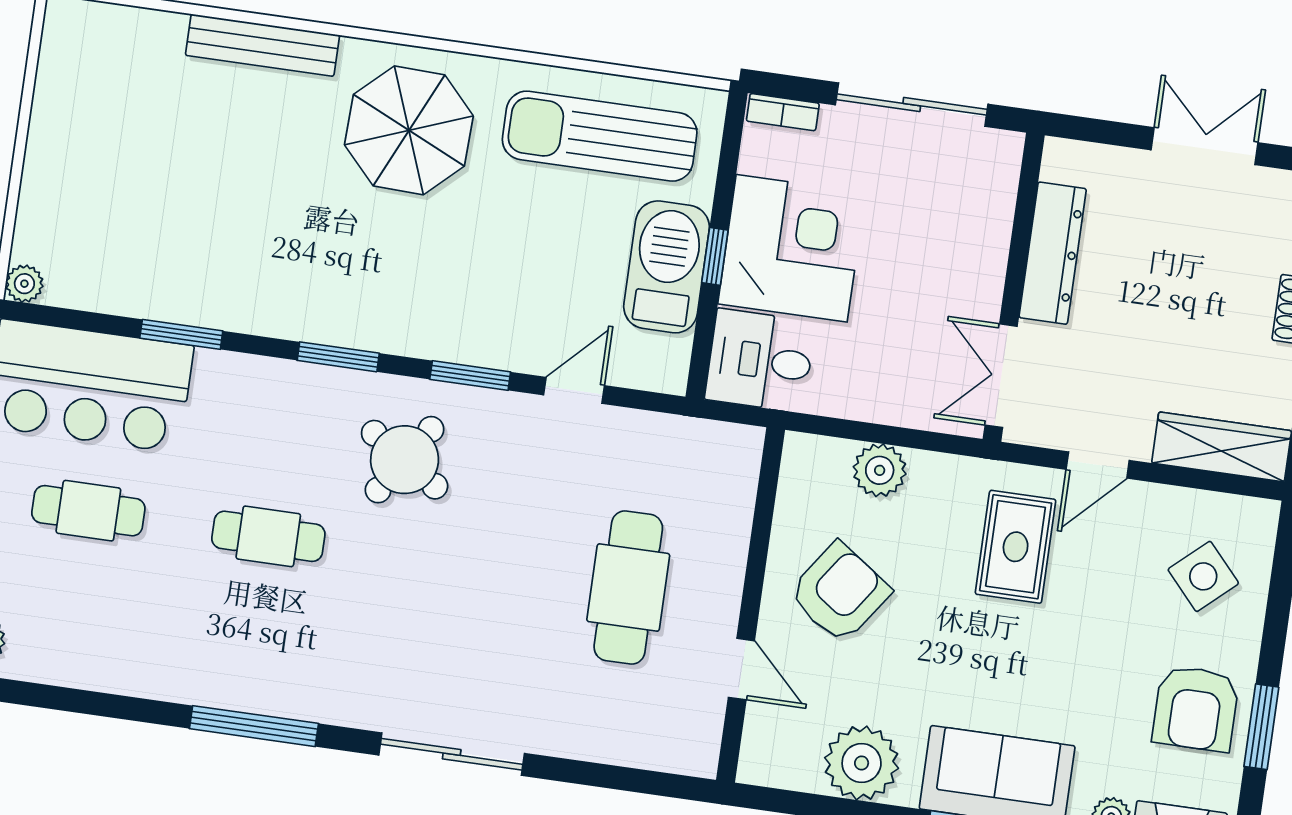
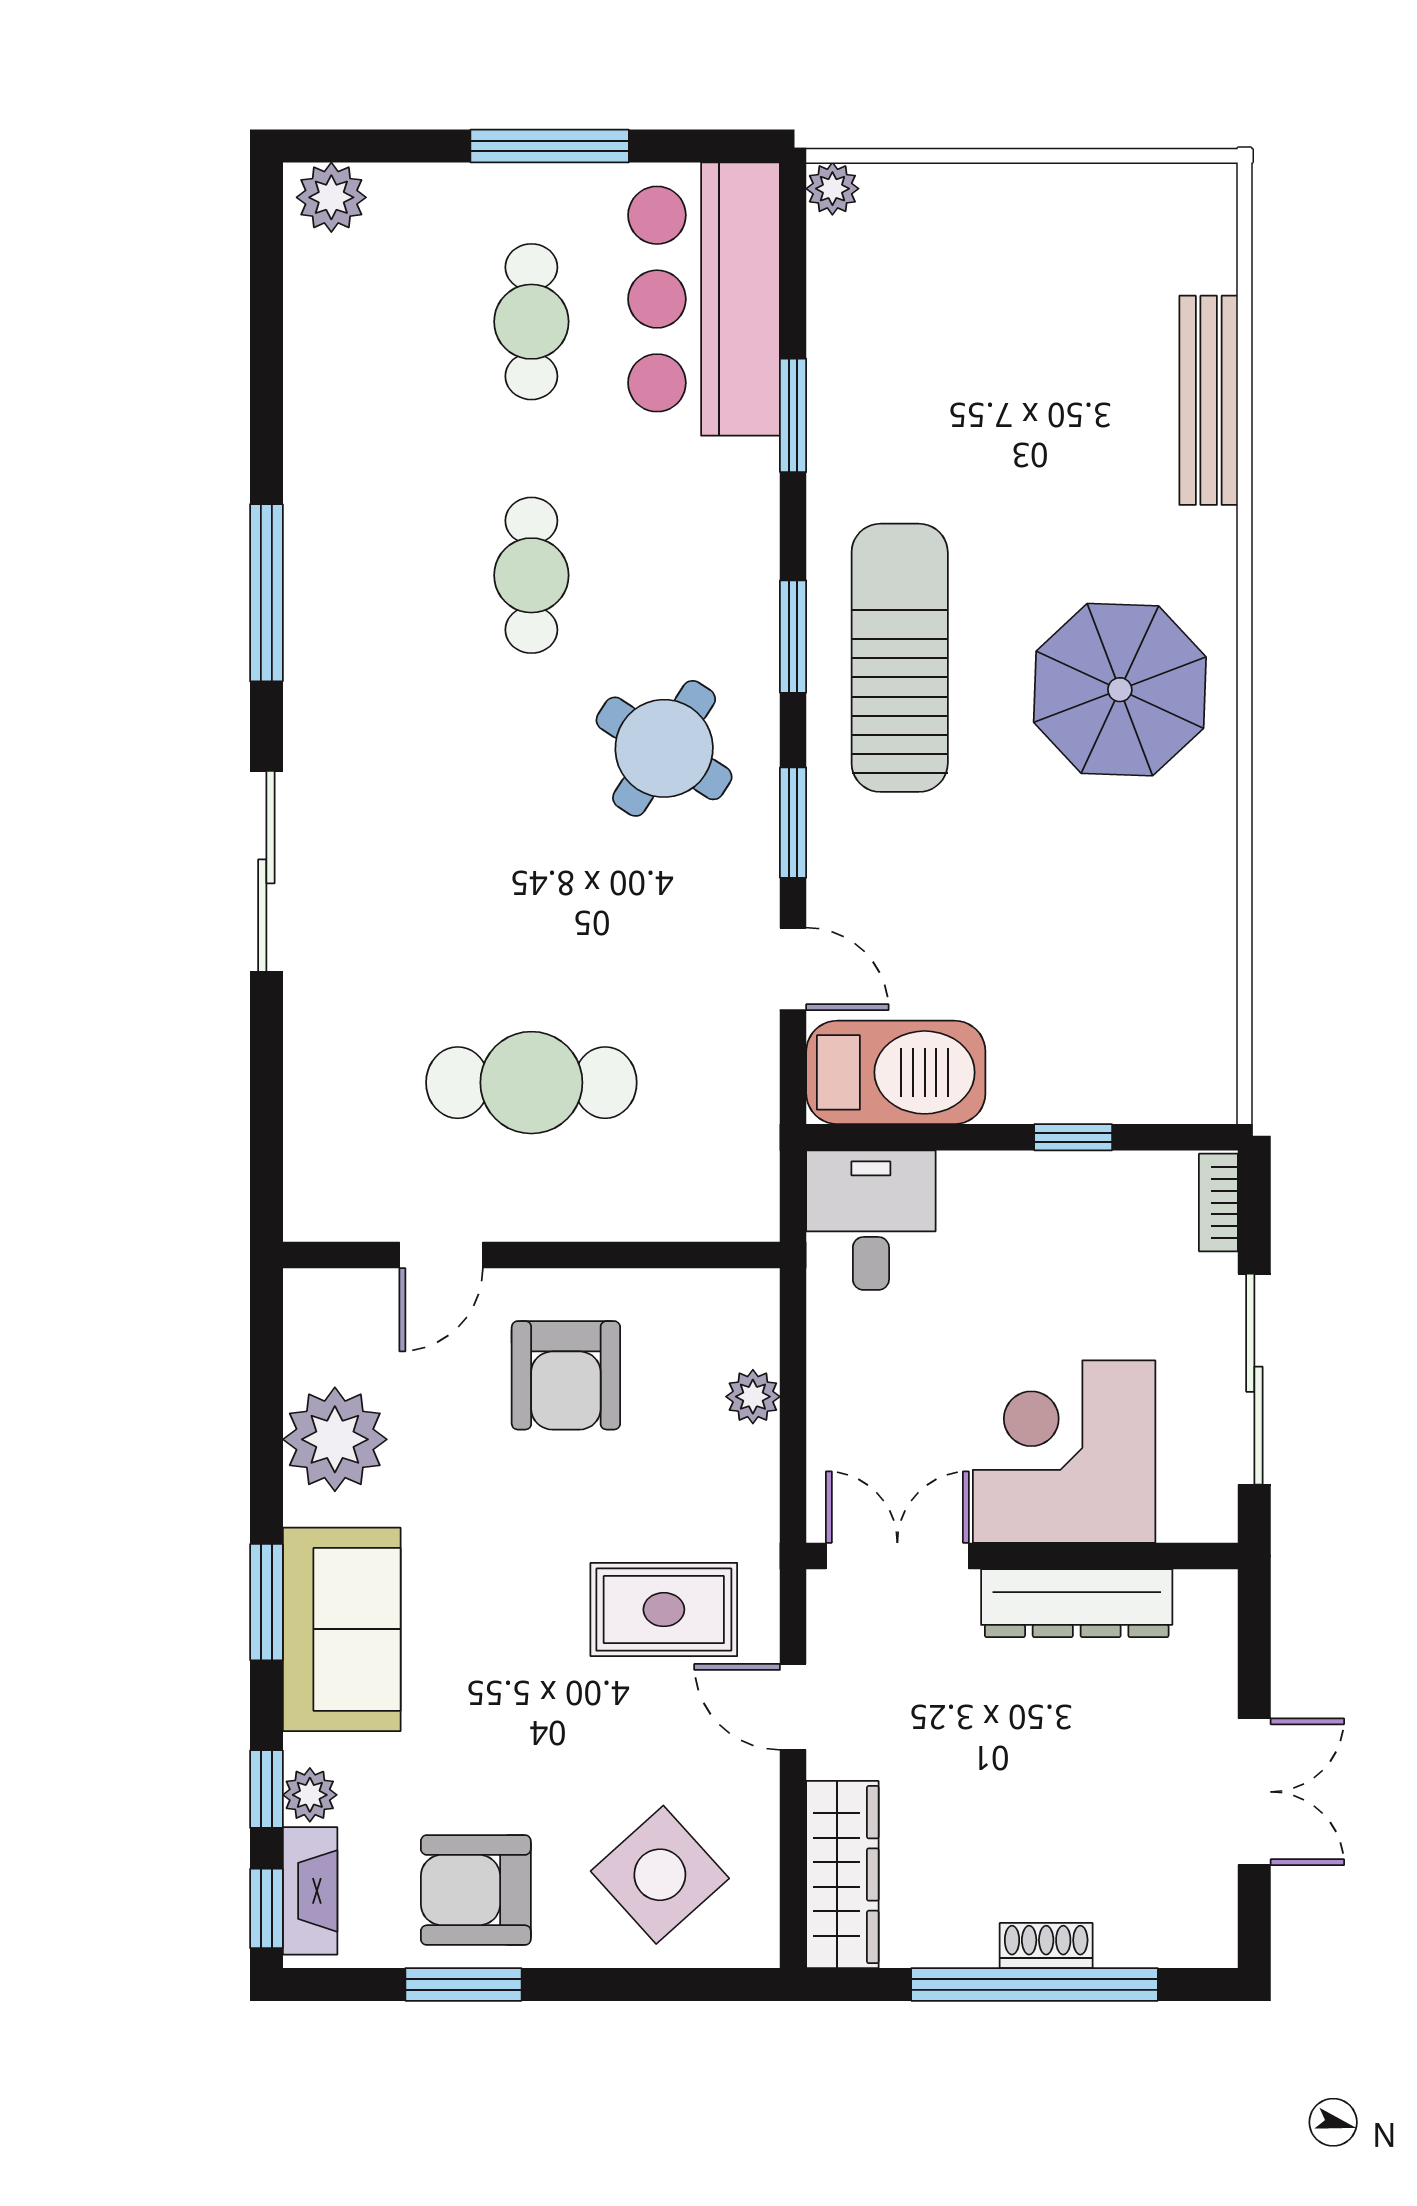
bench: (262, 45) -> (1209, 400), moved
sun lounger: (600, 136) -> (900, 658), moved
corner desk: (792, 248) -> (1064, 1452), moved, turned 180
window: (715, 256) -> (1073, 1137), moved
barbecue: (667, 267) -> (896, 1072), moved
plant: (880, 470) -> (753, 1397), width x0.73, depth x0.73
side table: (1203, 576) -> (660, 1875), width x1.37, depth x1.37
armchair: (839, 593) -> (566, 1375), turned 55

